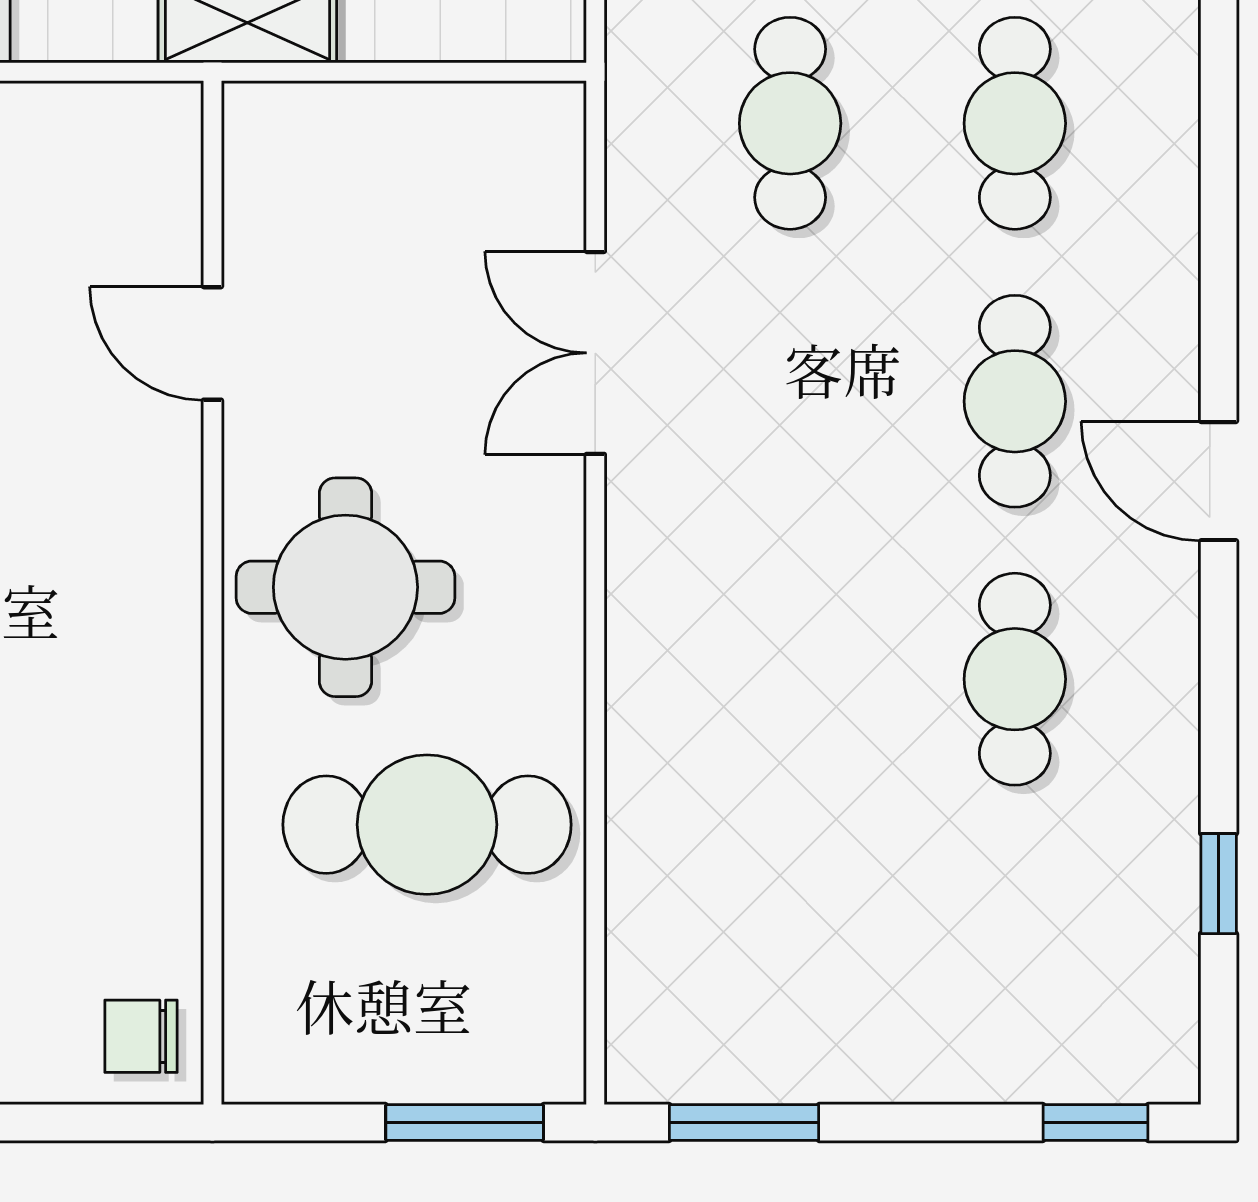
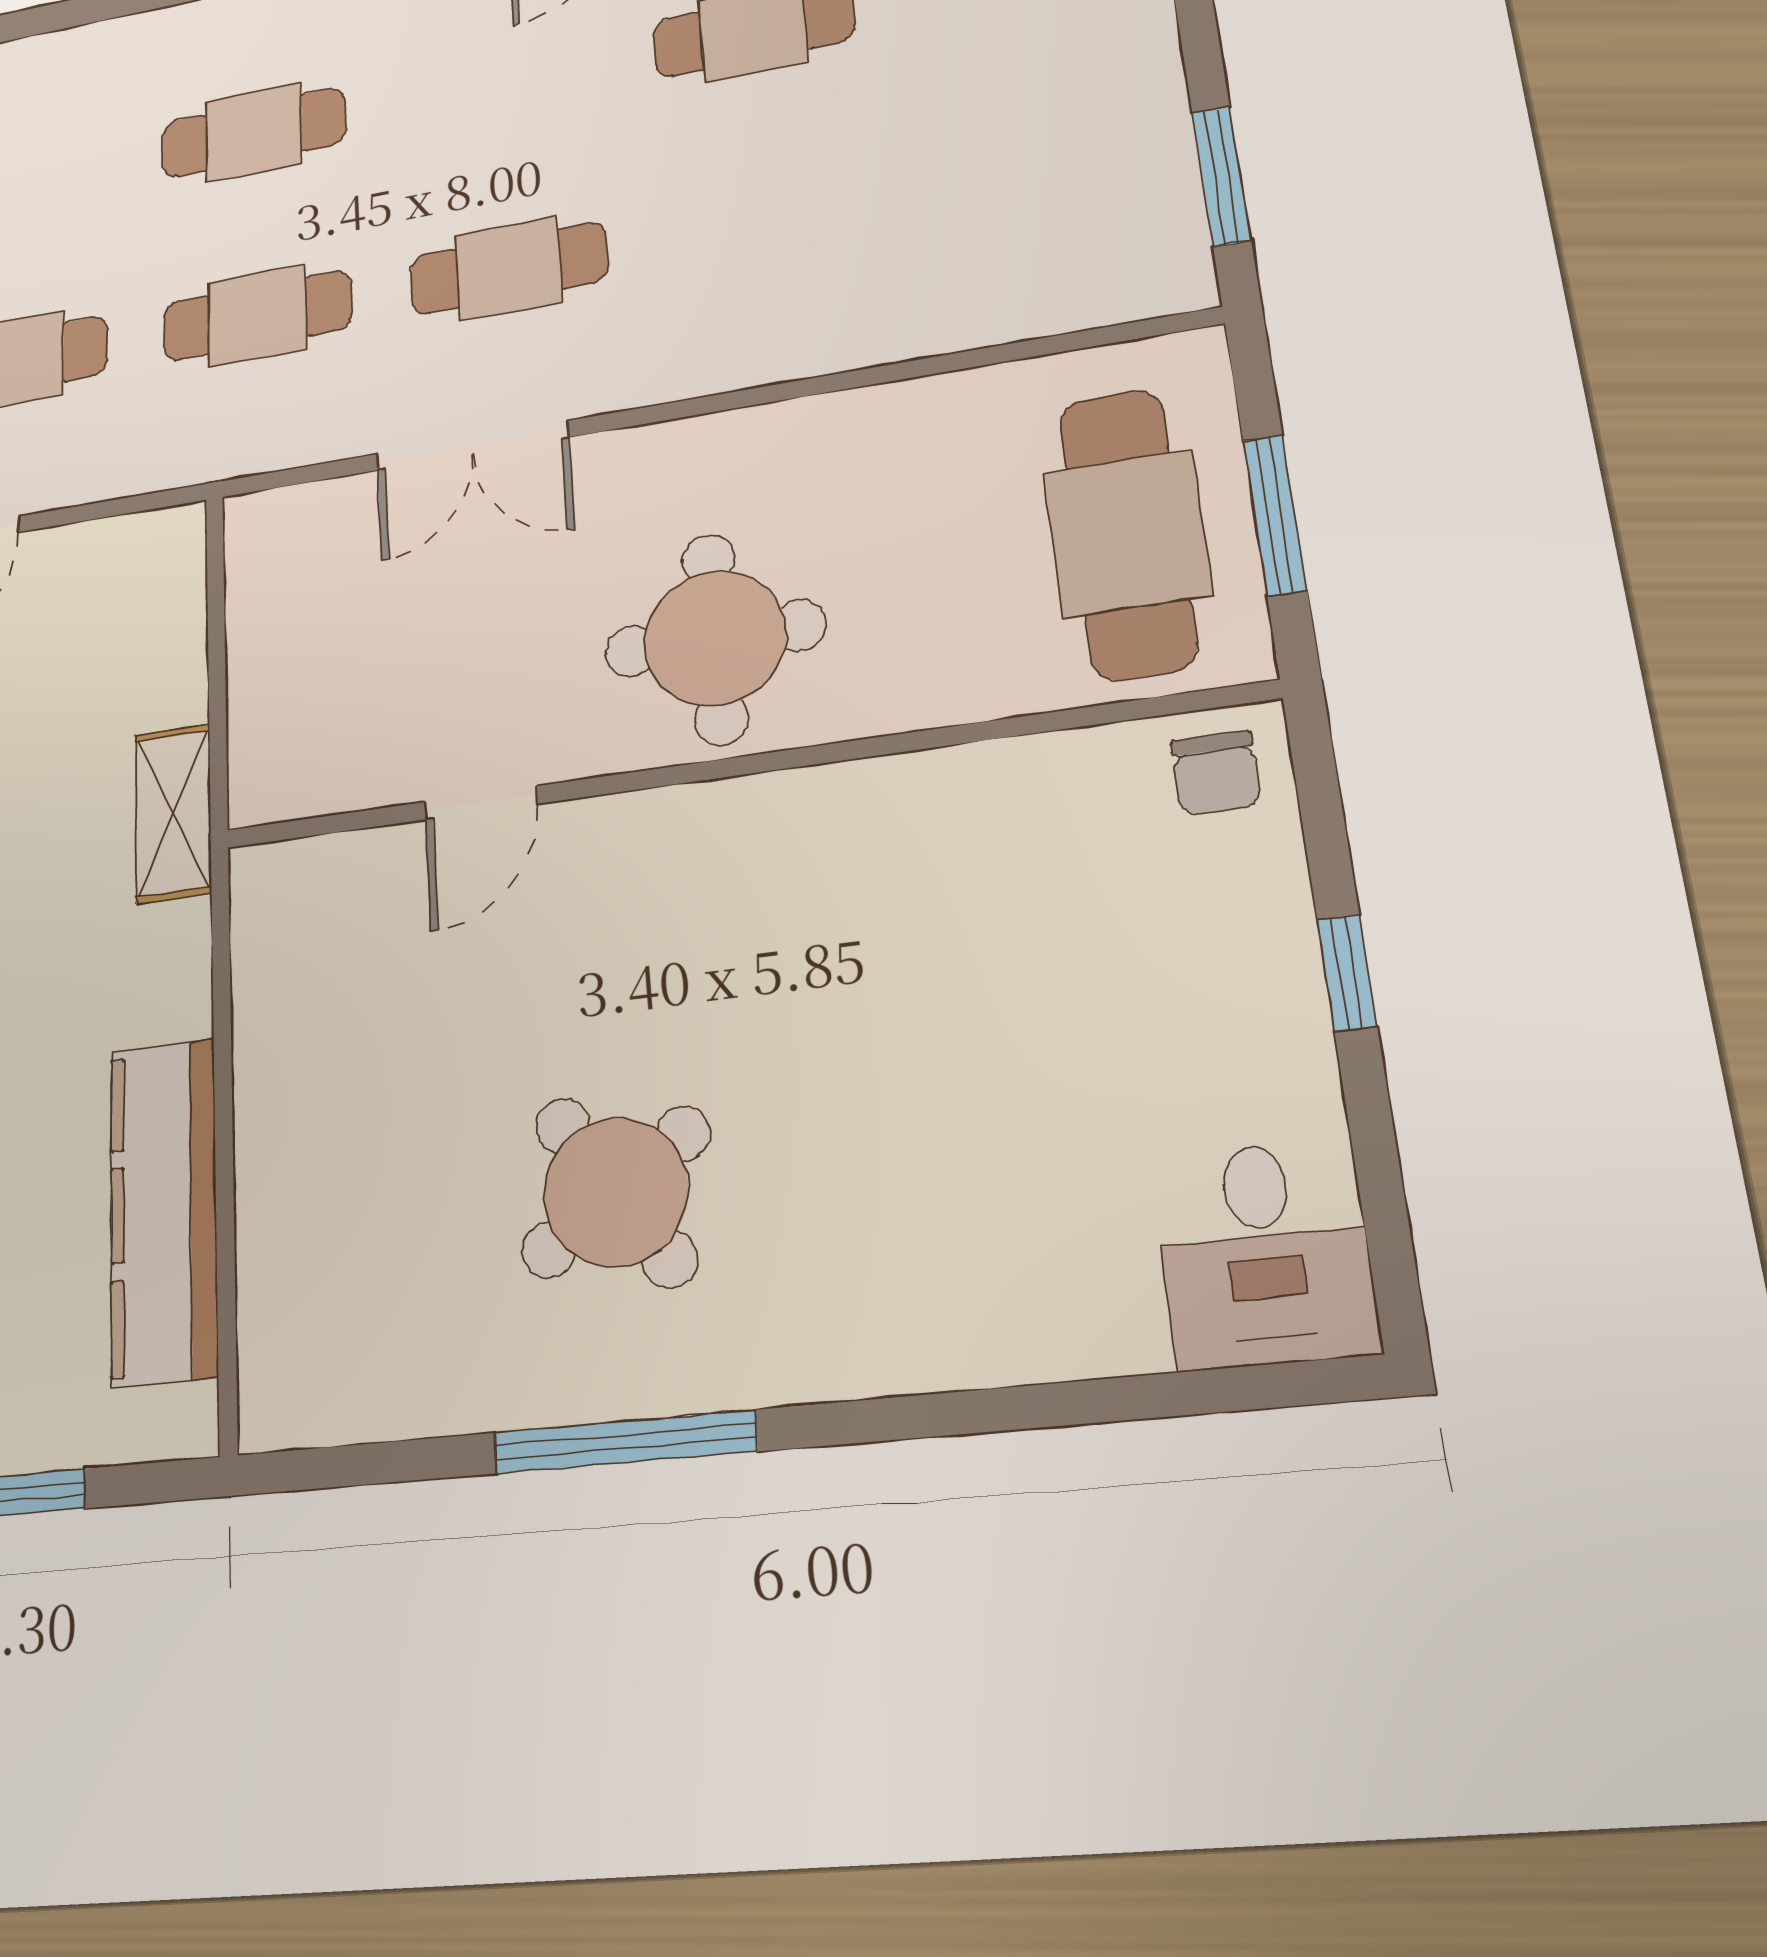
cafe table: (1015, 401) -> (508, 268), moved
cafe table: (427, 825) -> (1127, 533), moved
window: (465, 1122) -> (1275, 515), moved

